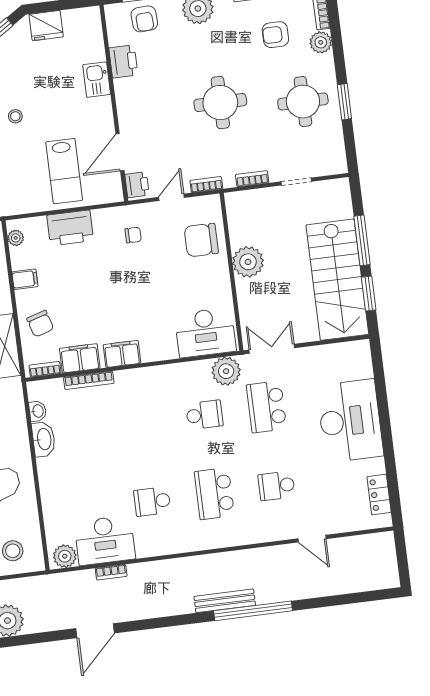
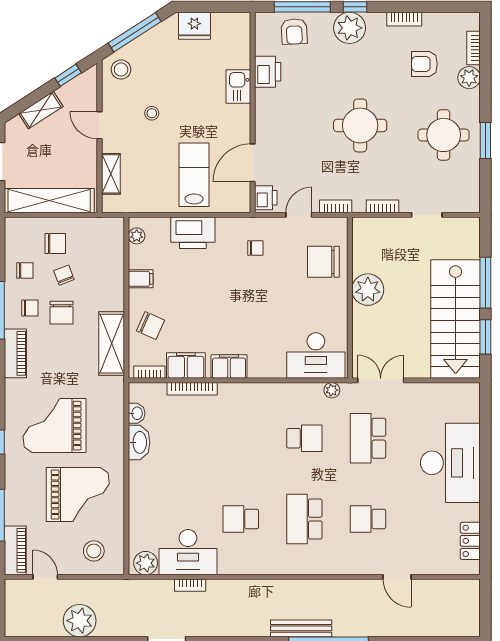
lab bench: (64, 171) -> (194, 175), turned 180
chair: (40, 324) -> (150, 326), turned -49
plant: (226, 371) -> (332, 390), width x0.53, depth x0.53

